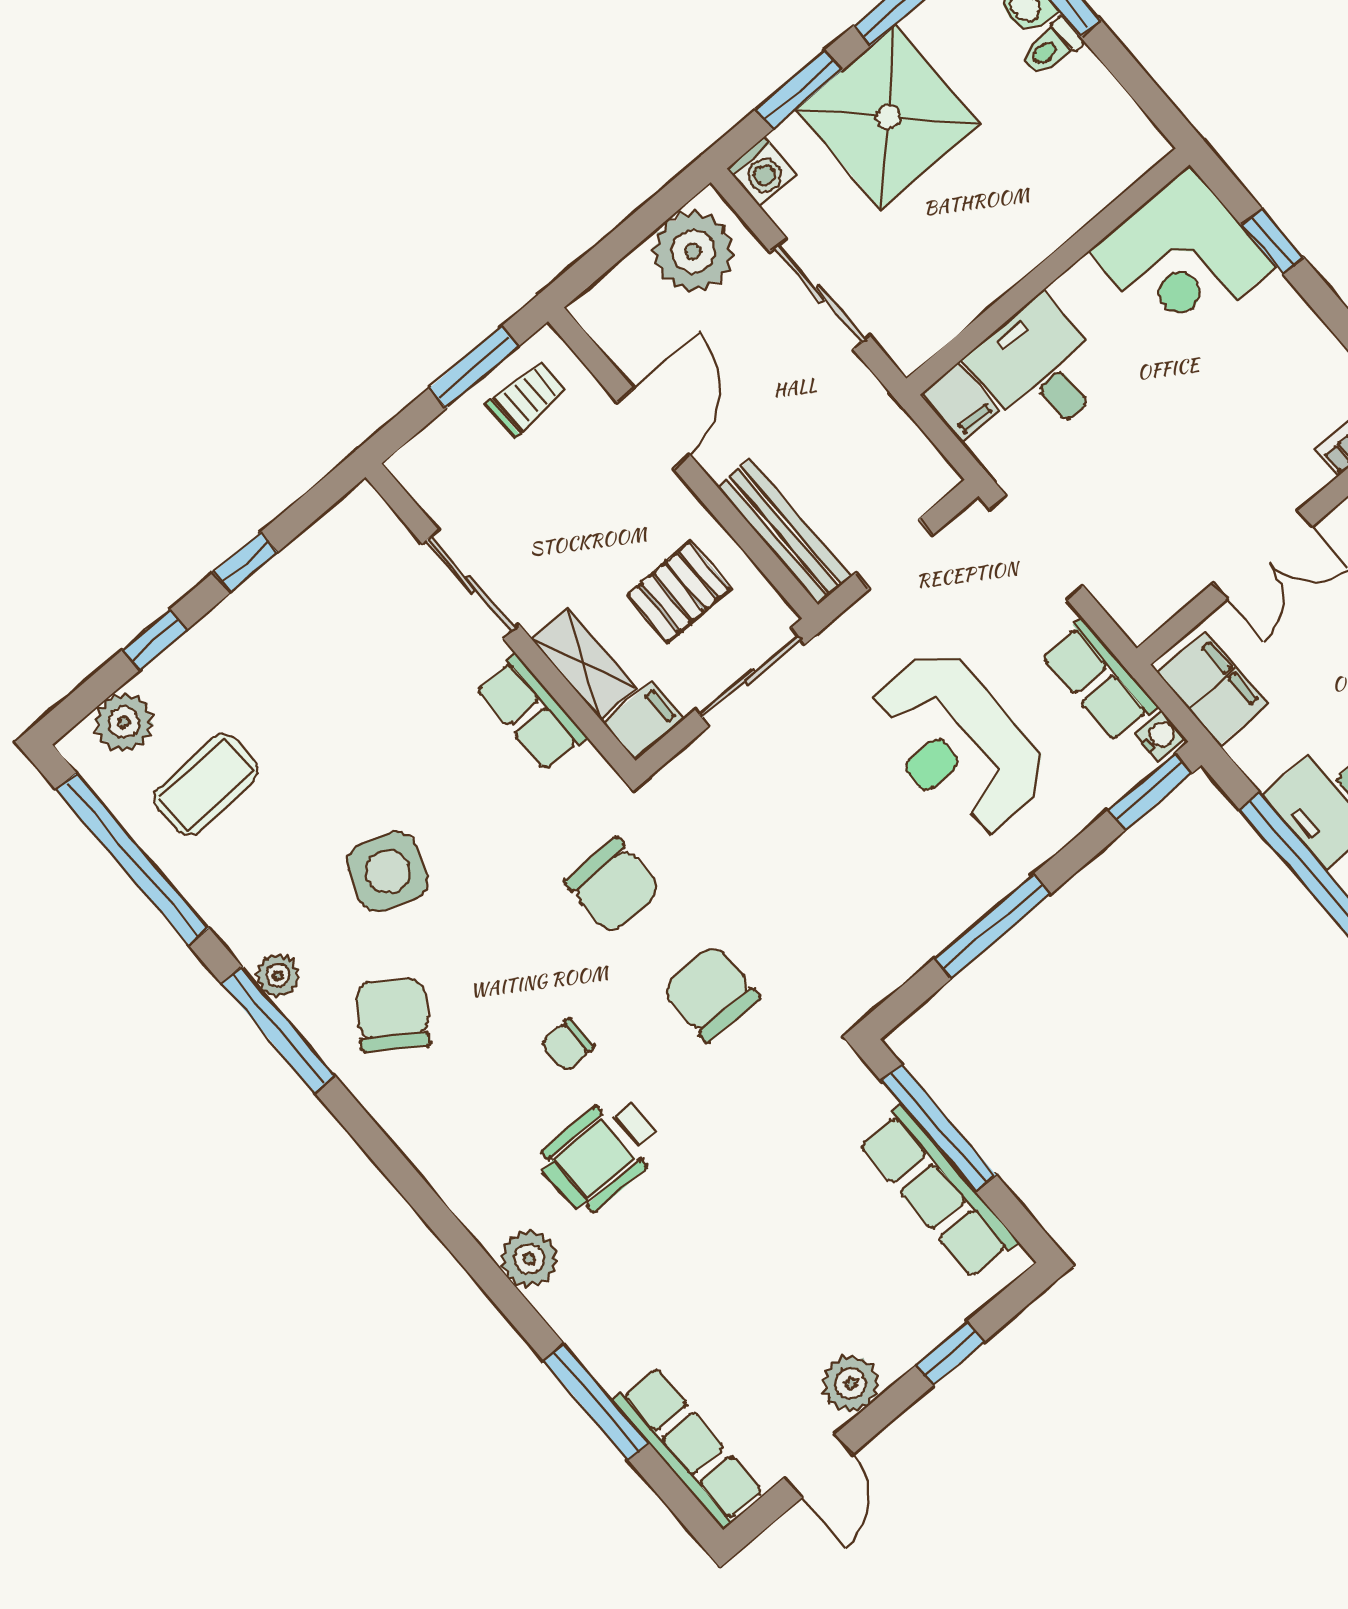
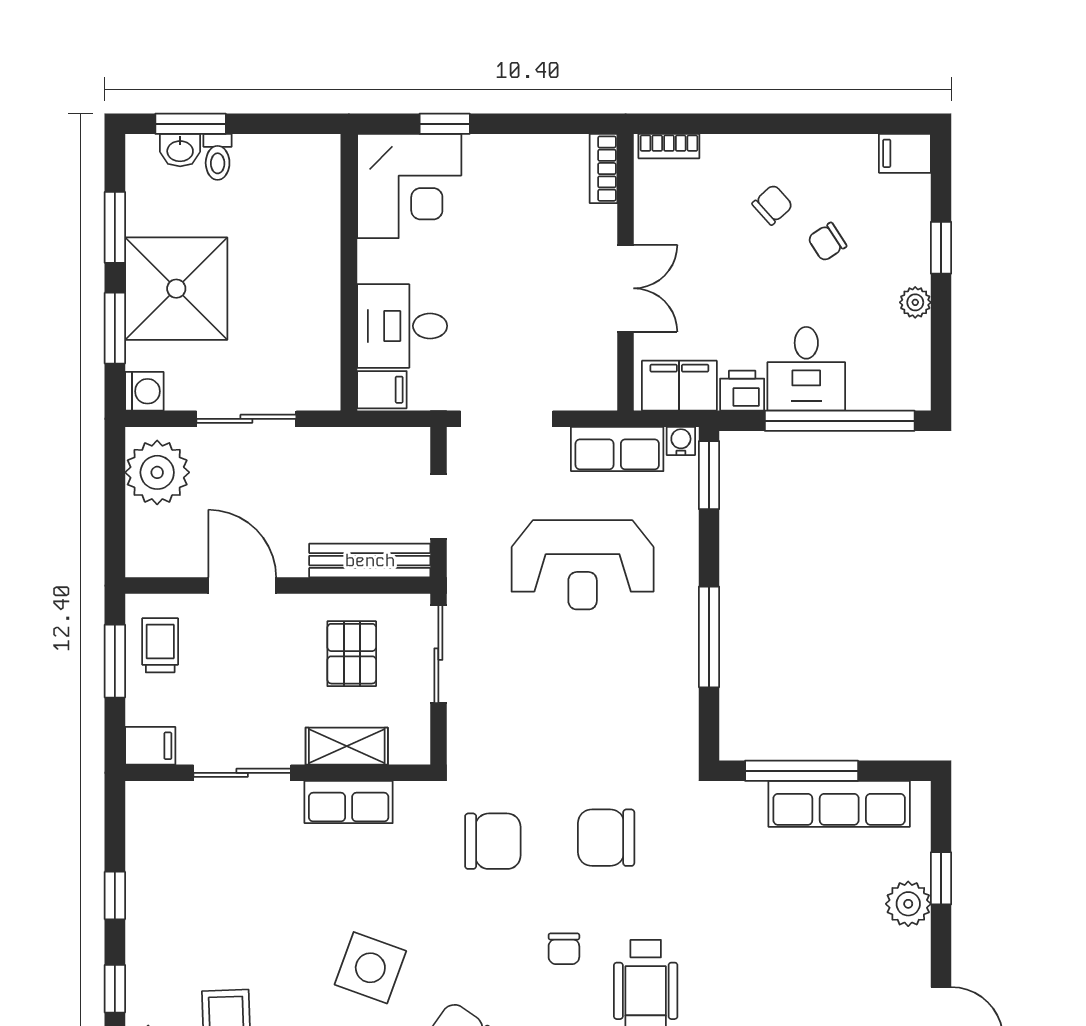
filing cabinet: (643, 720) -> (150, 746), moved, turned 90
printer: (1260, 754) -> (742, 391), added
plant: (851, 1383) -> (908, 904), moved

